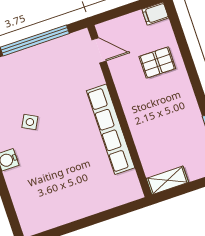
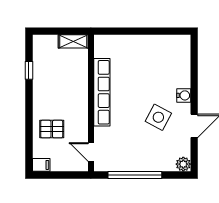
side table: (30, 122) -> (158, 117), width x1.87, depth x1.87

